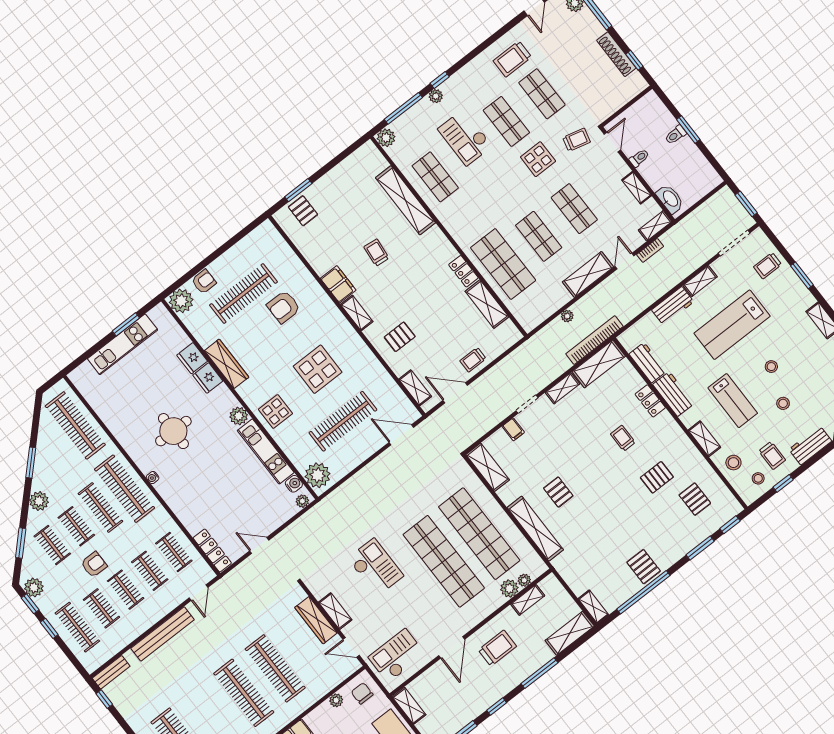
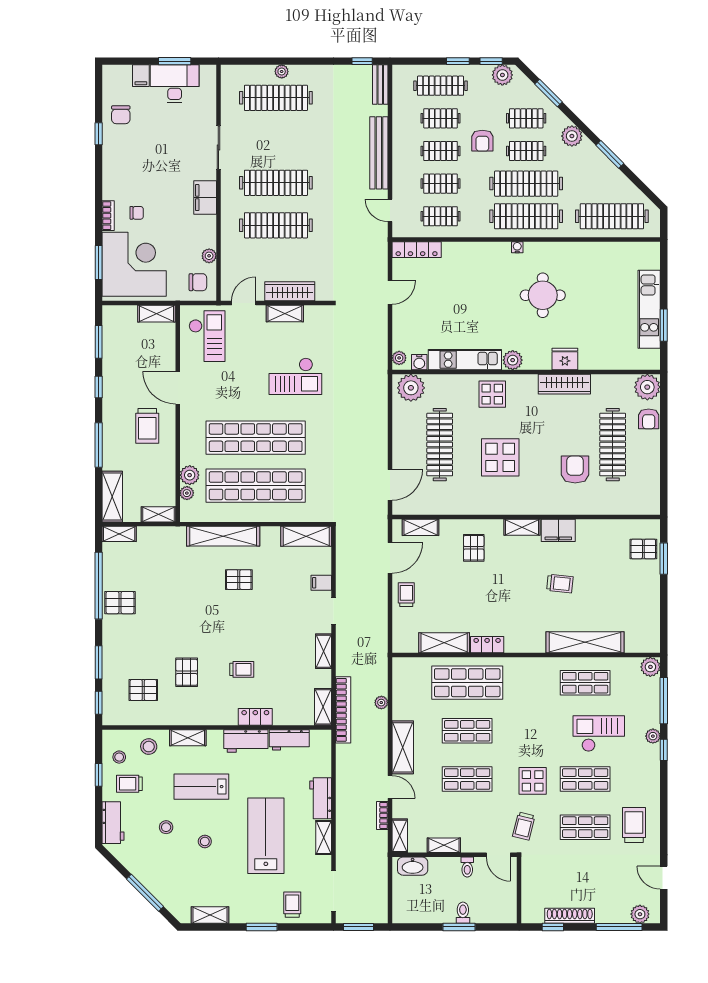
fridge: (192, 358) -> (592, 359), removed
shelving: (599, 364) -> (323, 707), width x0.67, depth x0.75
clothes rail: (100, 507) -> (526, 184), width x1.37, depth x1.31
shelving: (528, 600) -> (159, 514), moved, turned 90

